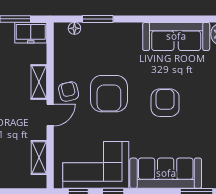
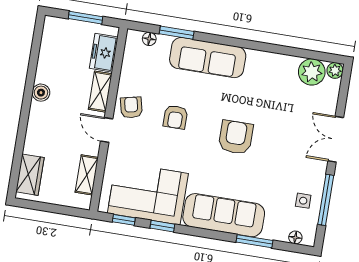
freezer: (31, 33) -> (104, 53), moved, turned 90
sofa: (176, 36) -> (208, 58), moved
armchair: (109, 94) -> (175, 117), width x0.53, depth x0.53
door: (50, 115) -> (107, 130), swing flipped

